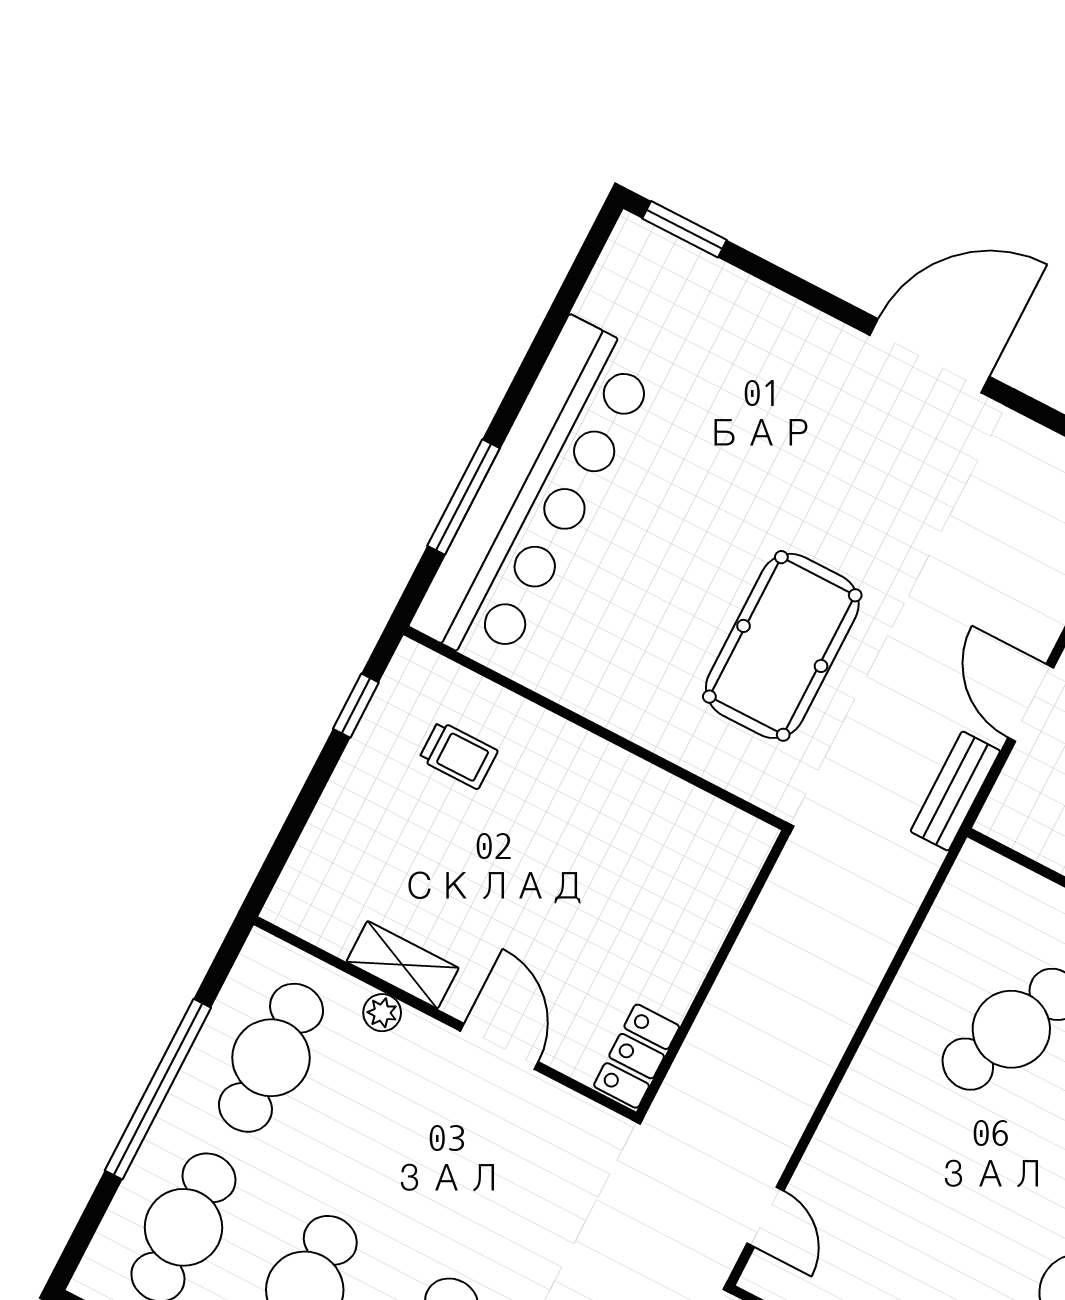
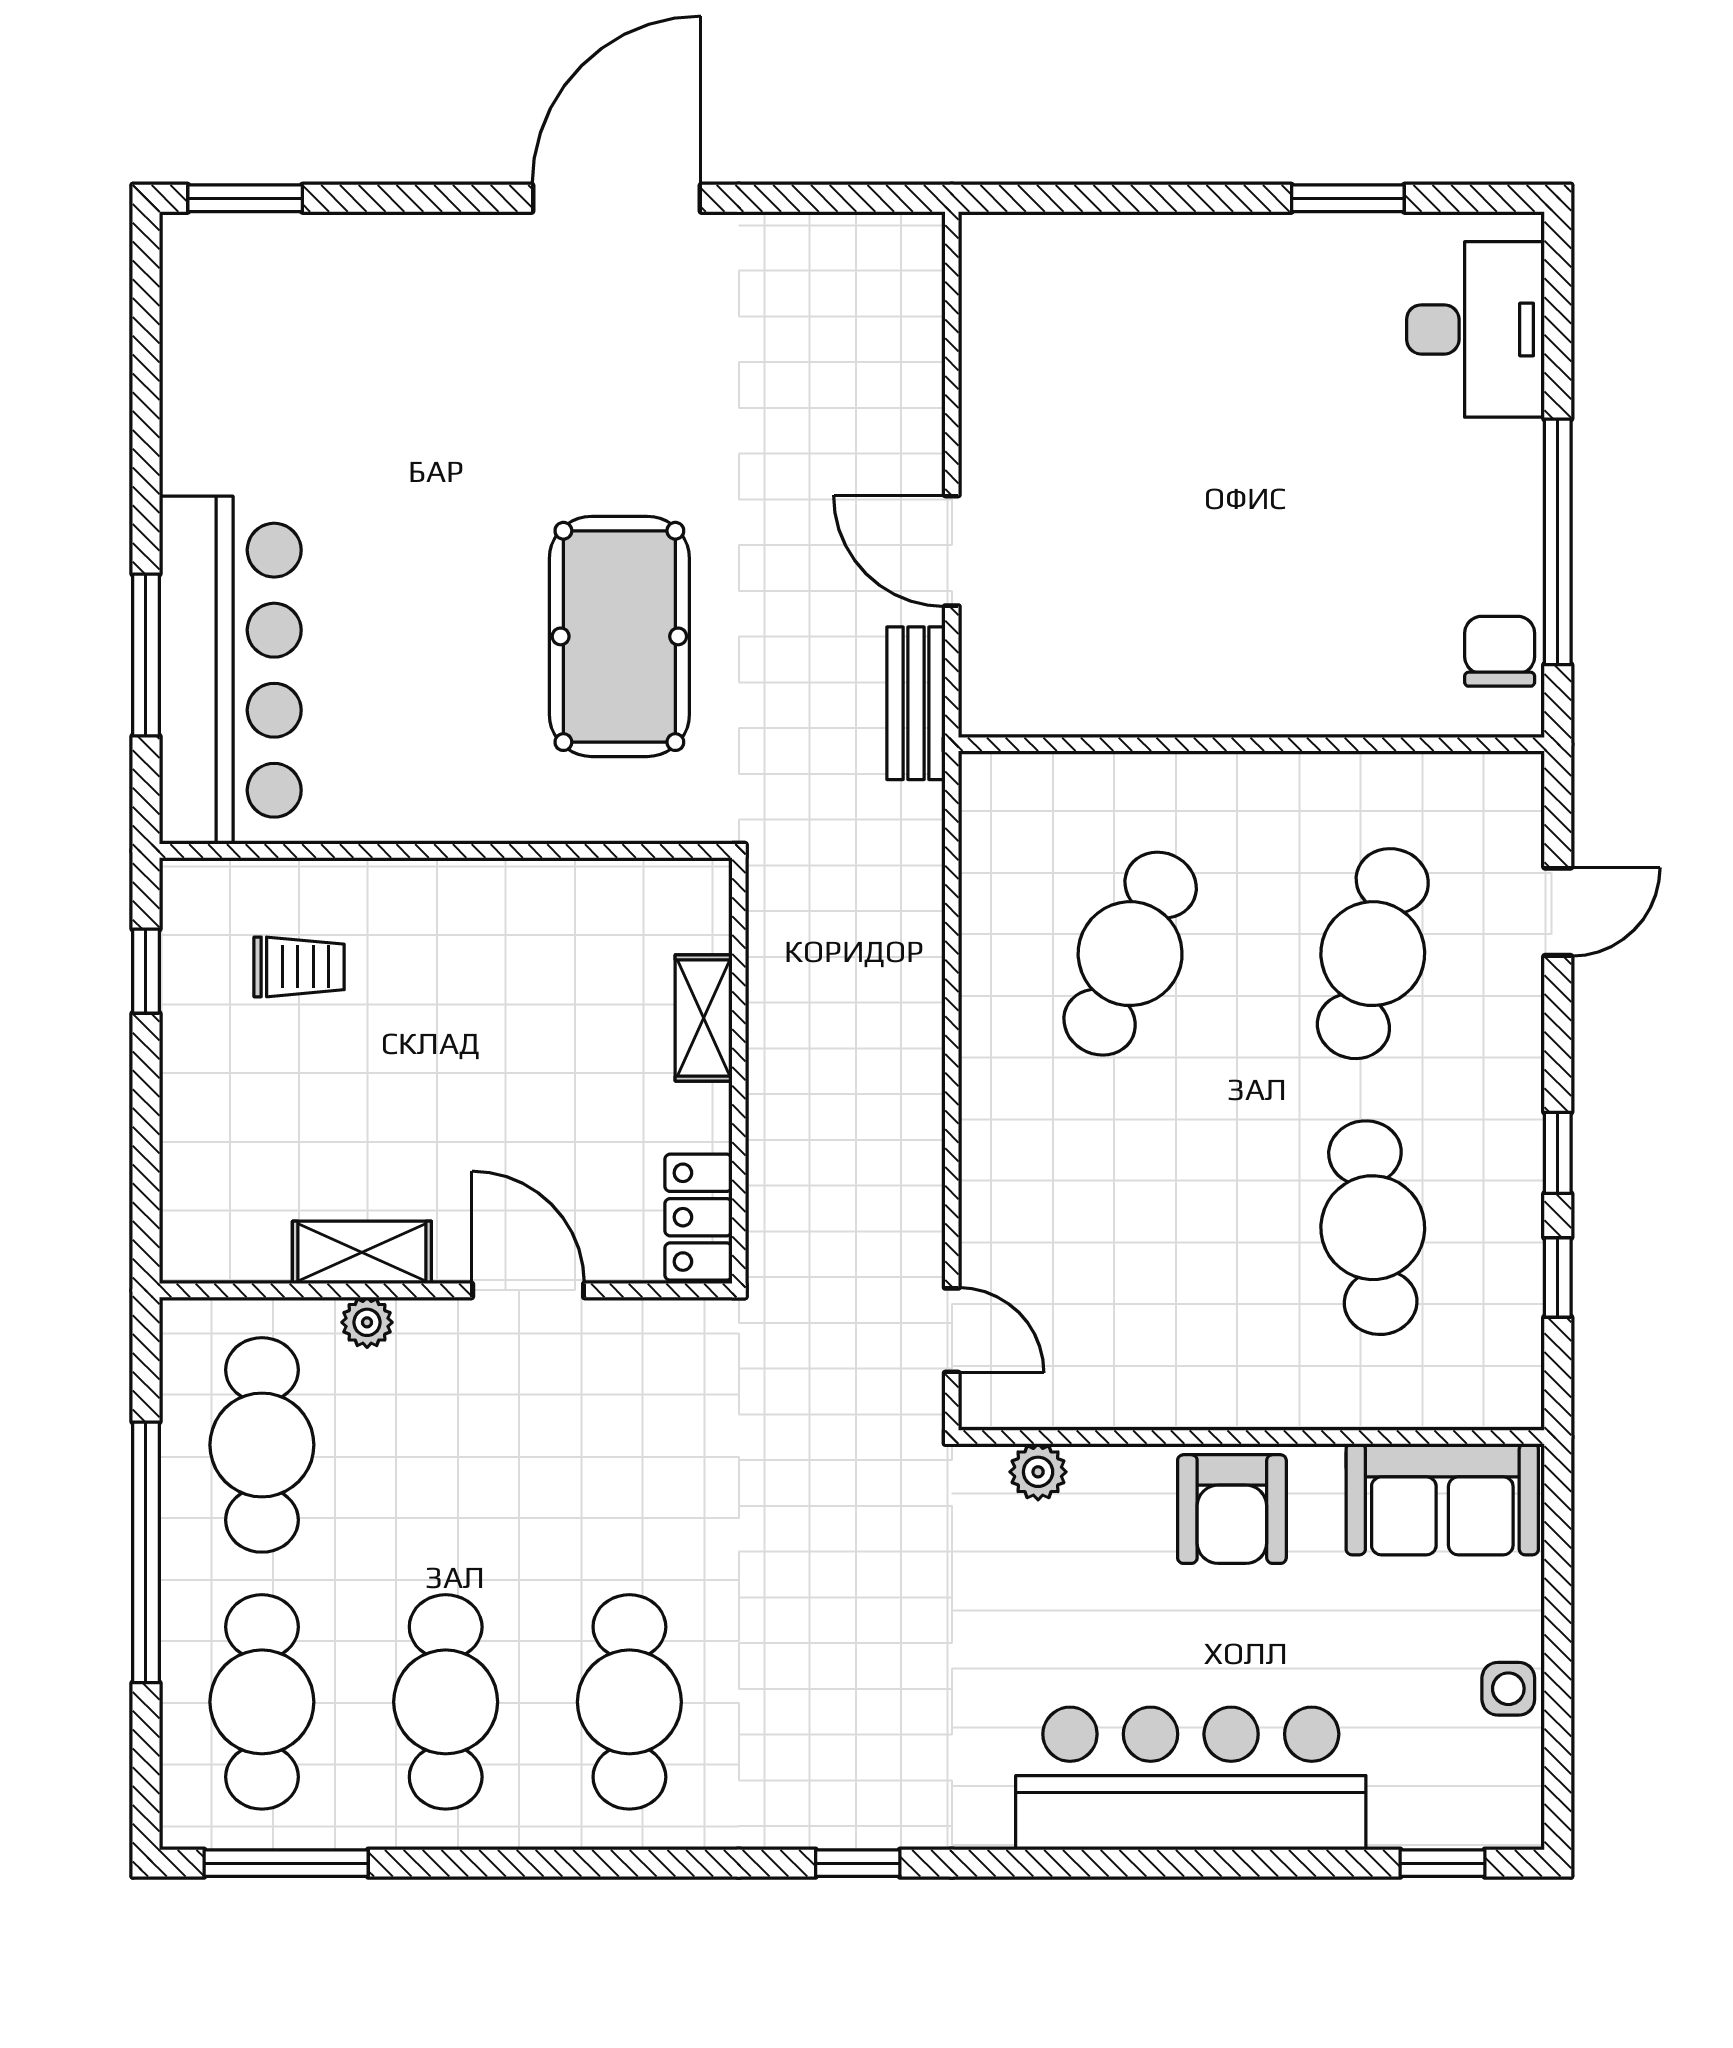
bar counter: (535, 494) -> (230, 670), width x0.73
shelving: (708, 926) -> (704, 1018), added

